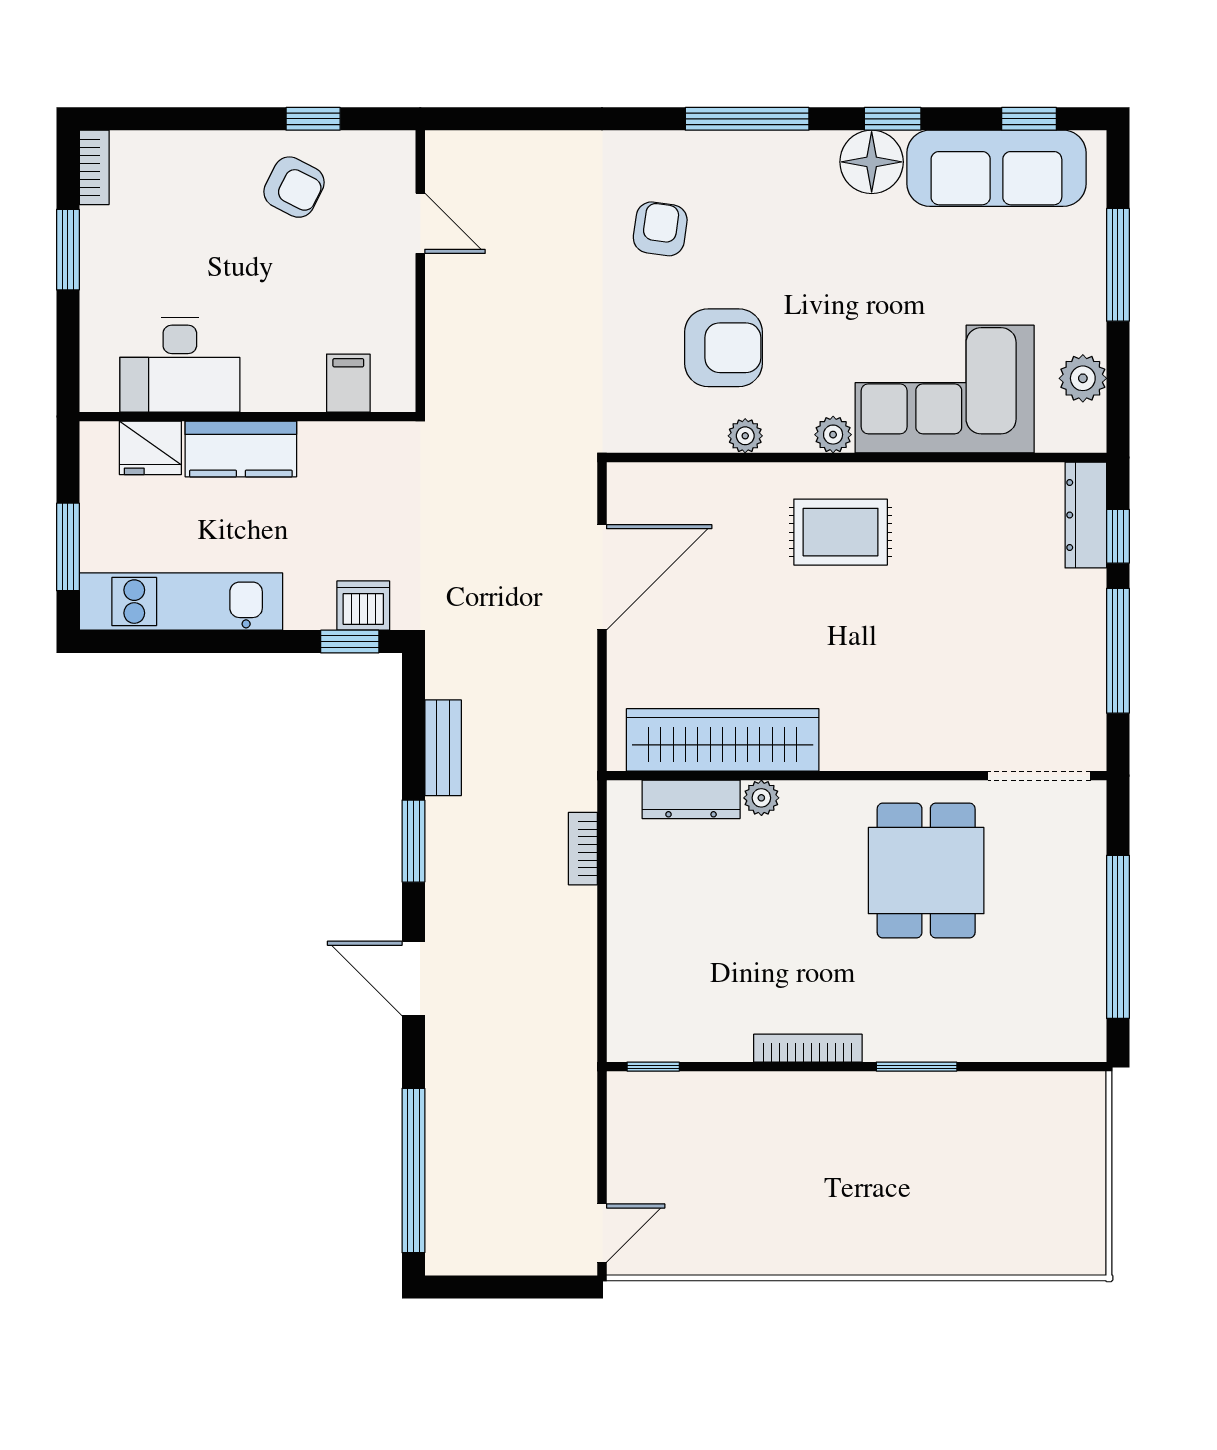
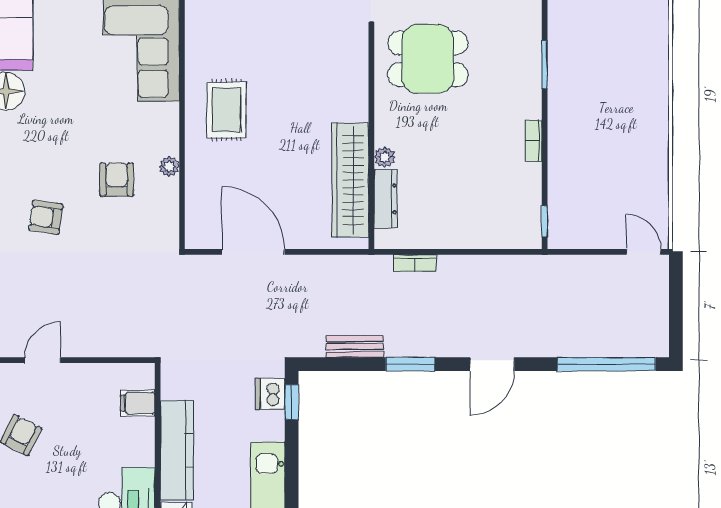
armchair: (723, 348) -> (117, 180), width x0.72, depth x0.72
plant: (833, 435) -> (168, 114), removed
kitchen counter: (241, 449) -> (177, 450), width x1.50
bookcase: (808, 1048) -> (534, 141), width x0.64

